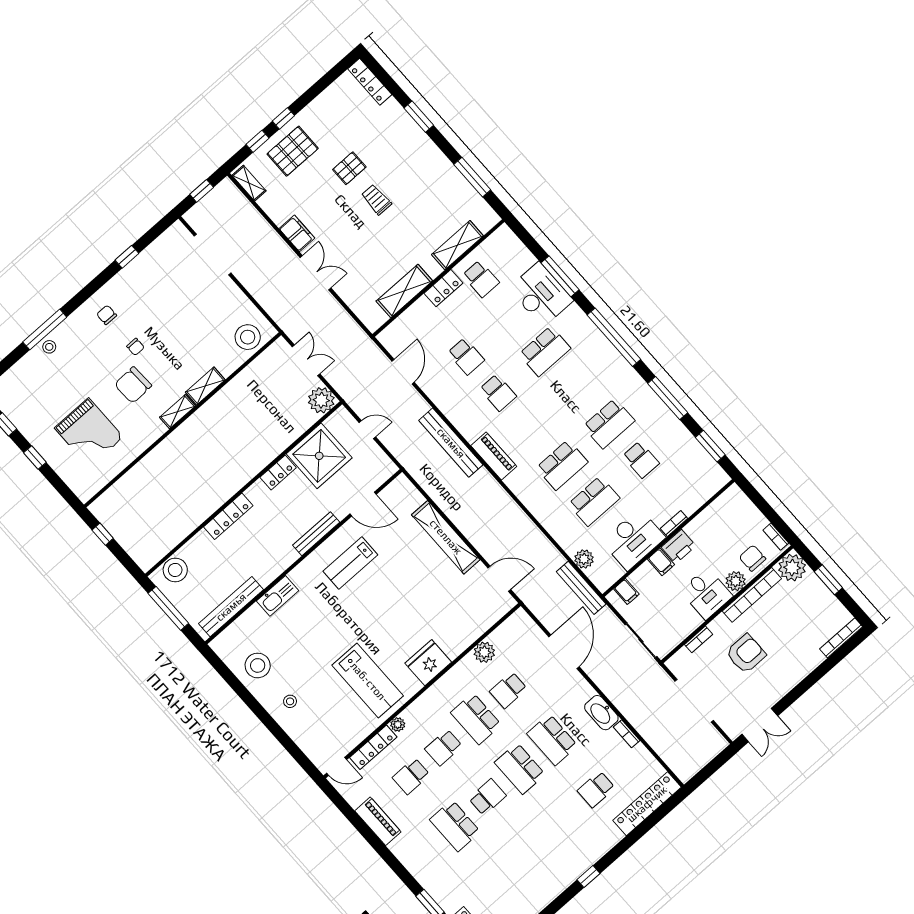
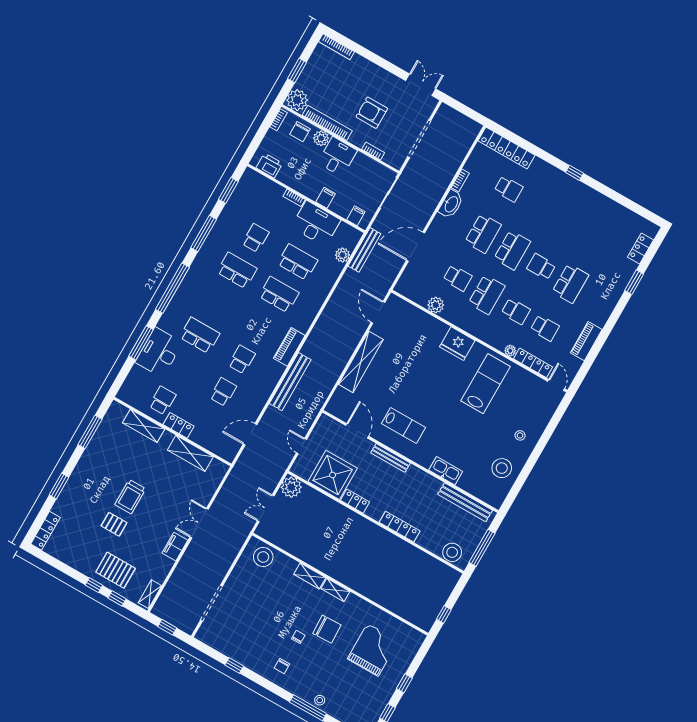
trolley: (376, 200) -> (130, 497), width x1.36, depth x1.39
printer: (679, 546) -> (269, 166), moved

